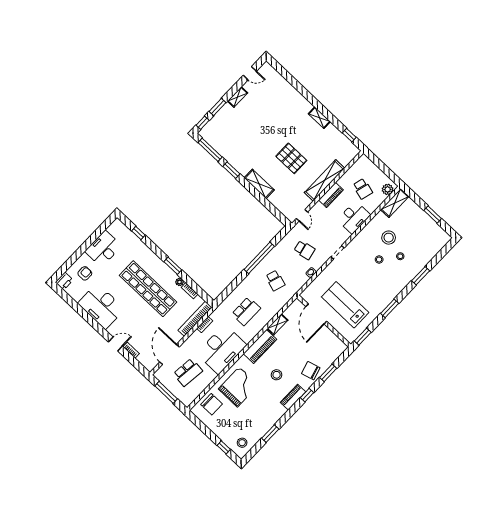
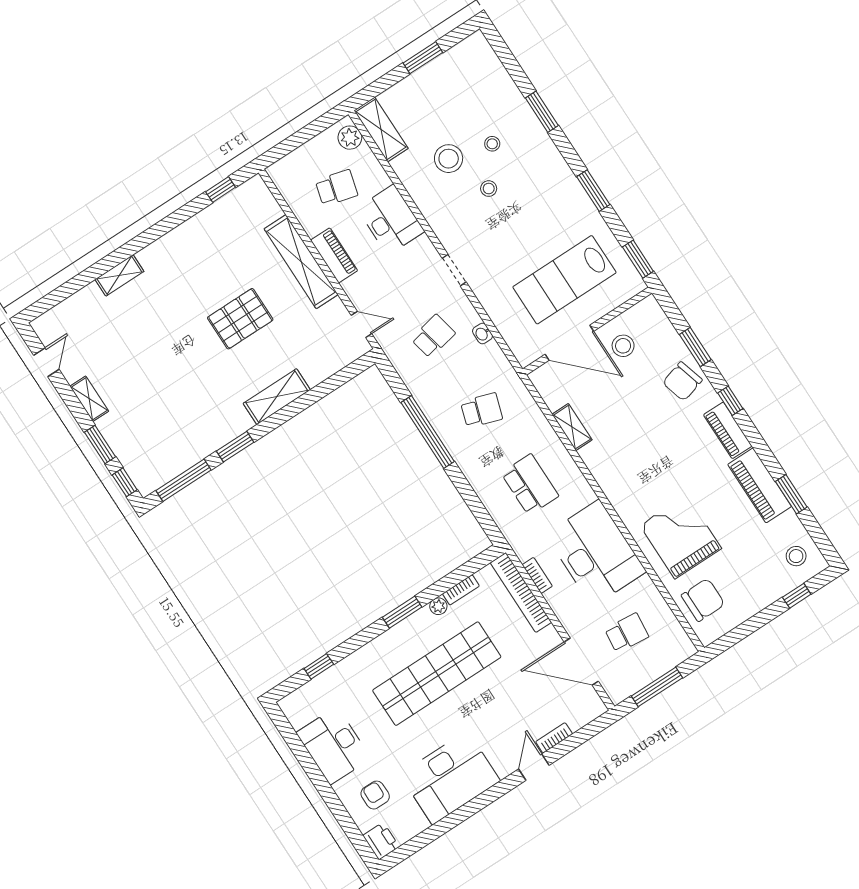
shelving: (319, 118) -> (119, 275), moved
piano: (260, 347) -> (760, 485), moved, turned 180
school desk: (188, 372) -> (627, 633), width x0.54
stool: (277, 375) -> (623, 346), moved

